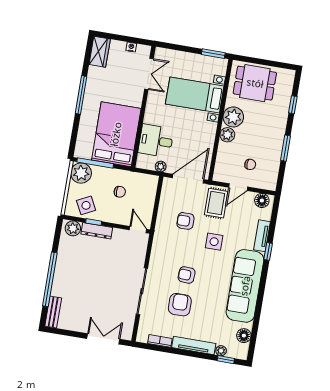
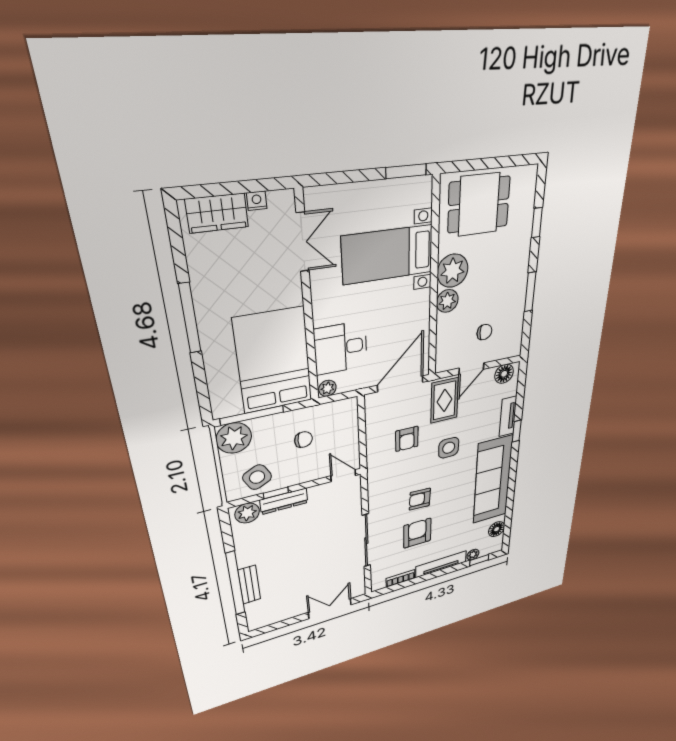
wardrobe: (100, 52) -> (217, 213), moved, turned 90
plant: (161, 166) -> (328, 388), moved
armchair: (185, 221) -> (407, 439), turned -90
bench: (53, 312) -> (249, 585), moved

